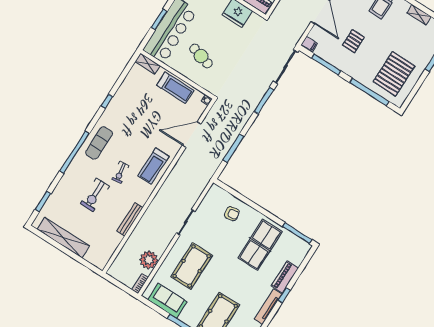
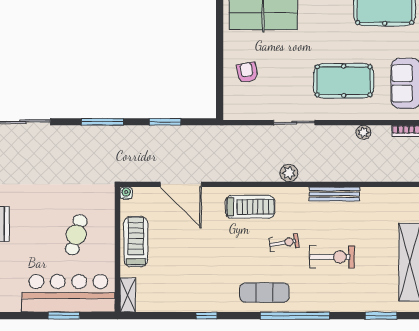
window: (264, 101) -> (102, 122), moved
window: (233, 148) -> (165, 122), width x0.69
plant: (159, 201) -> (289, 173), added
plant: (149, 260) -> (363, 132), width x0.53, depth x0.53

